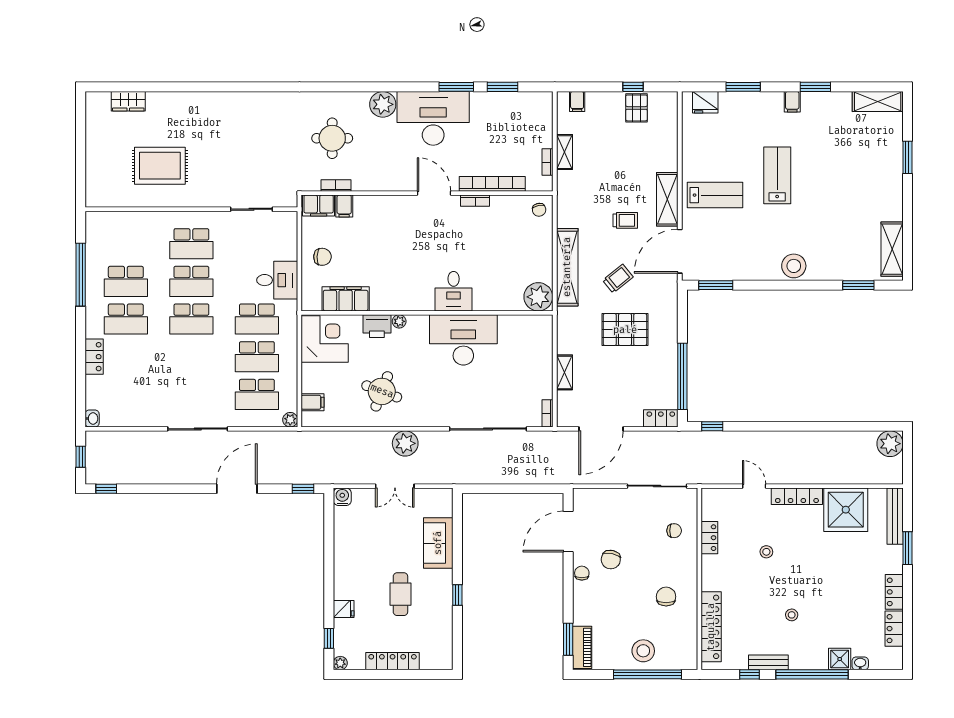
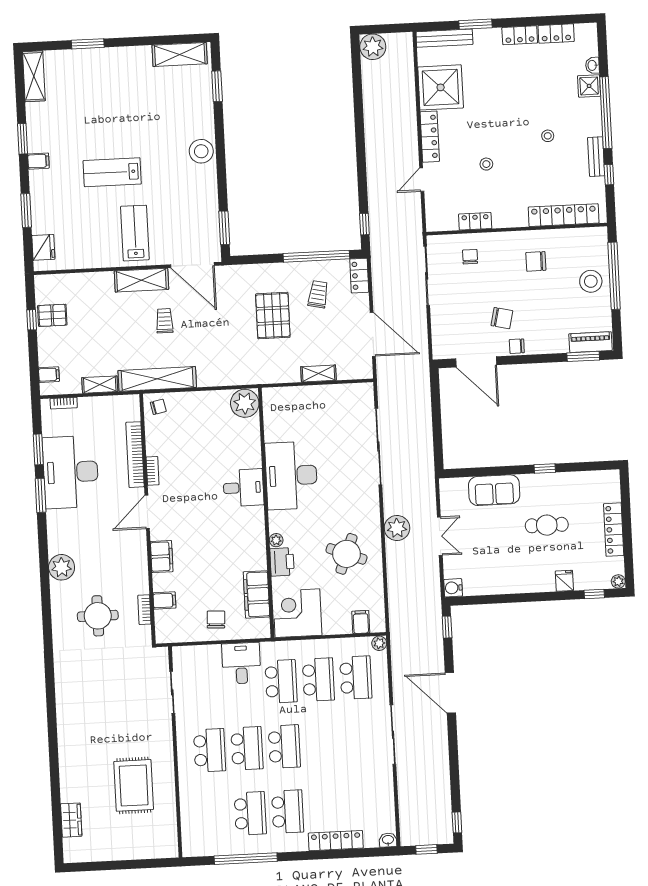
desk: (433, 118) -> (71, 472), moved
bookcase: (548, 162) -> (64, 403), moved
filing cabinet: (319, 206) -> (162, 557), moved
shelving: (567, 267) -> (157, 379), moved
trolley: (618, 279) -> (318, 294), moved, turned 51
locker: (94, 357) -> (336, 841), width x1.53
bookcase: (547, 413) -> (360, 388), removed

